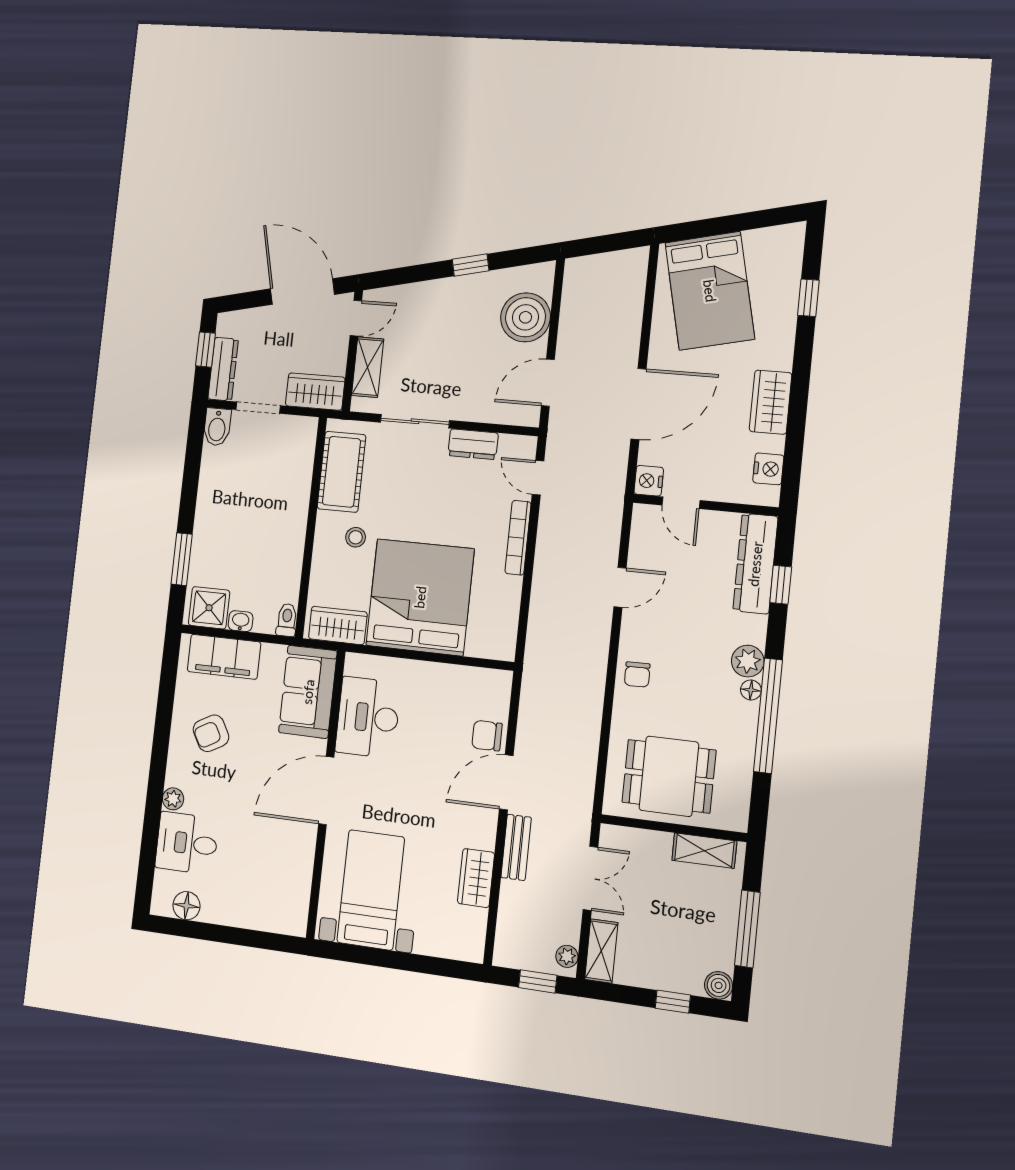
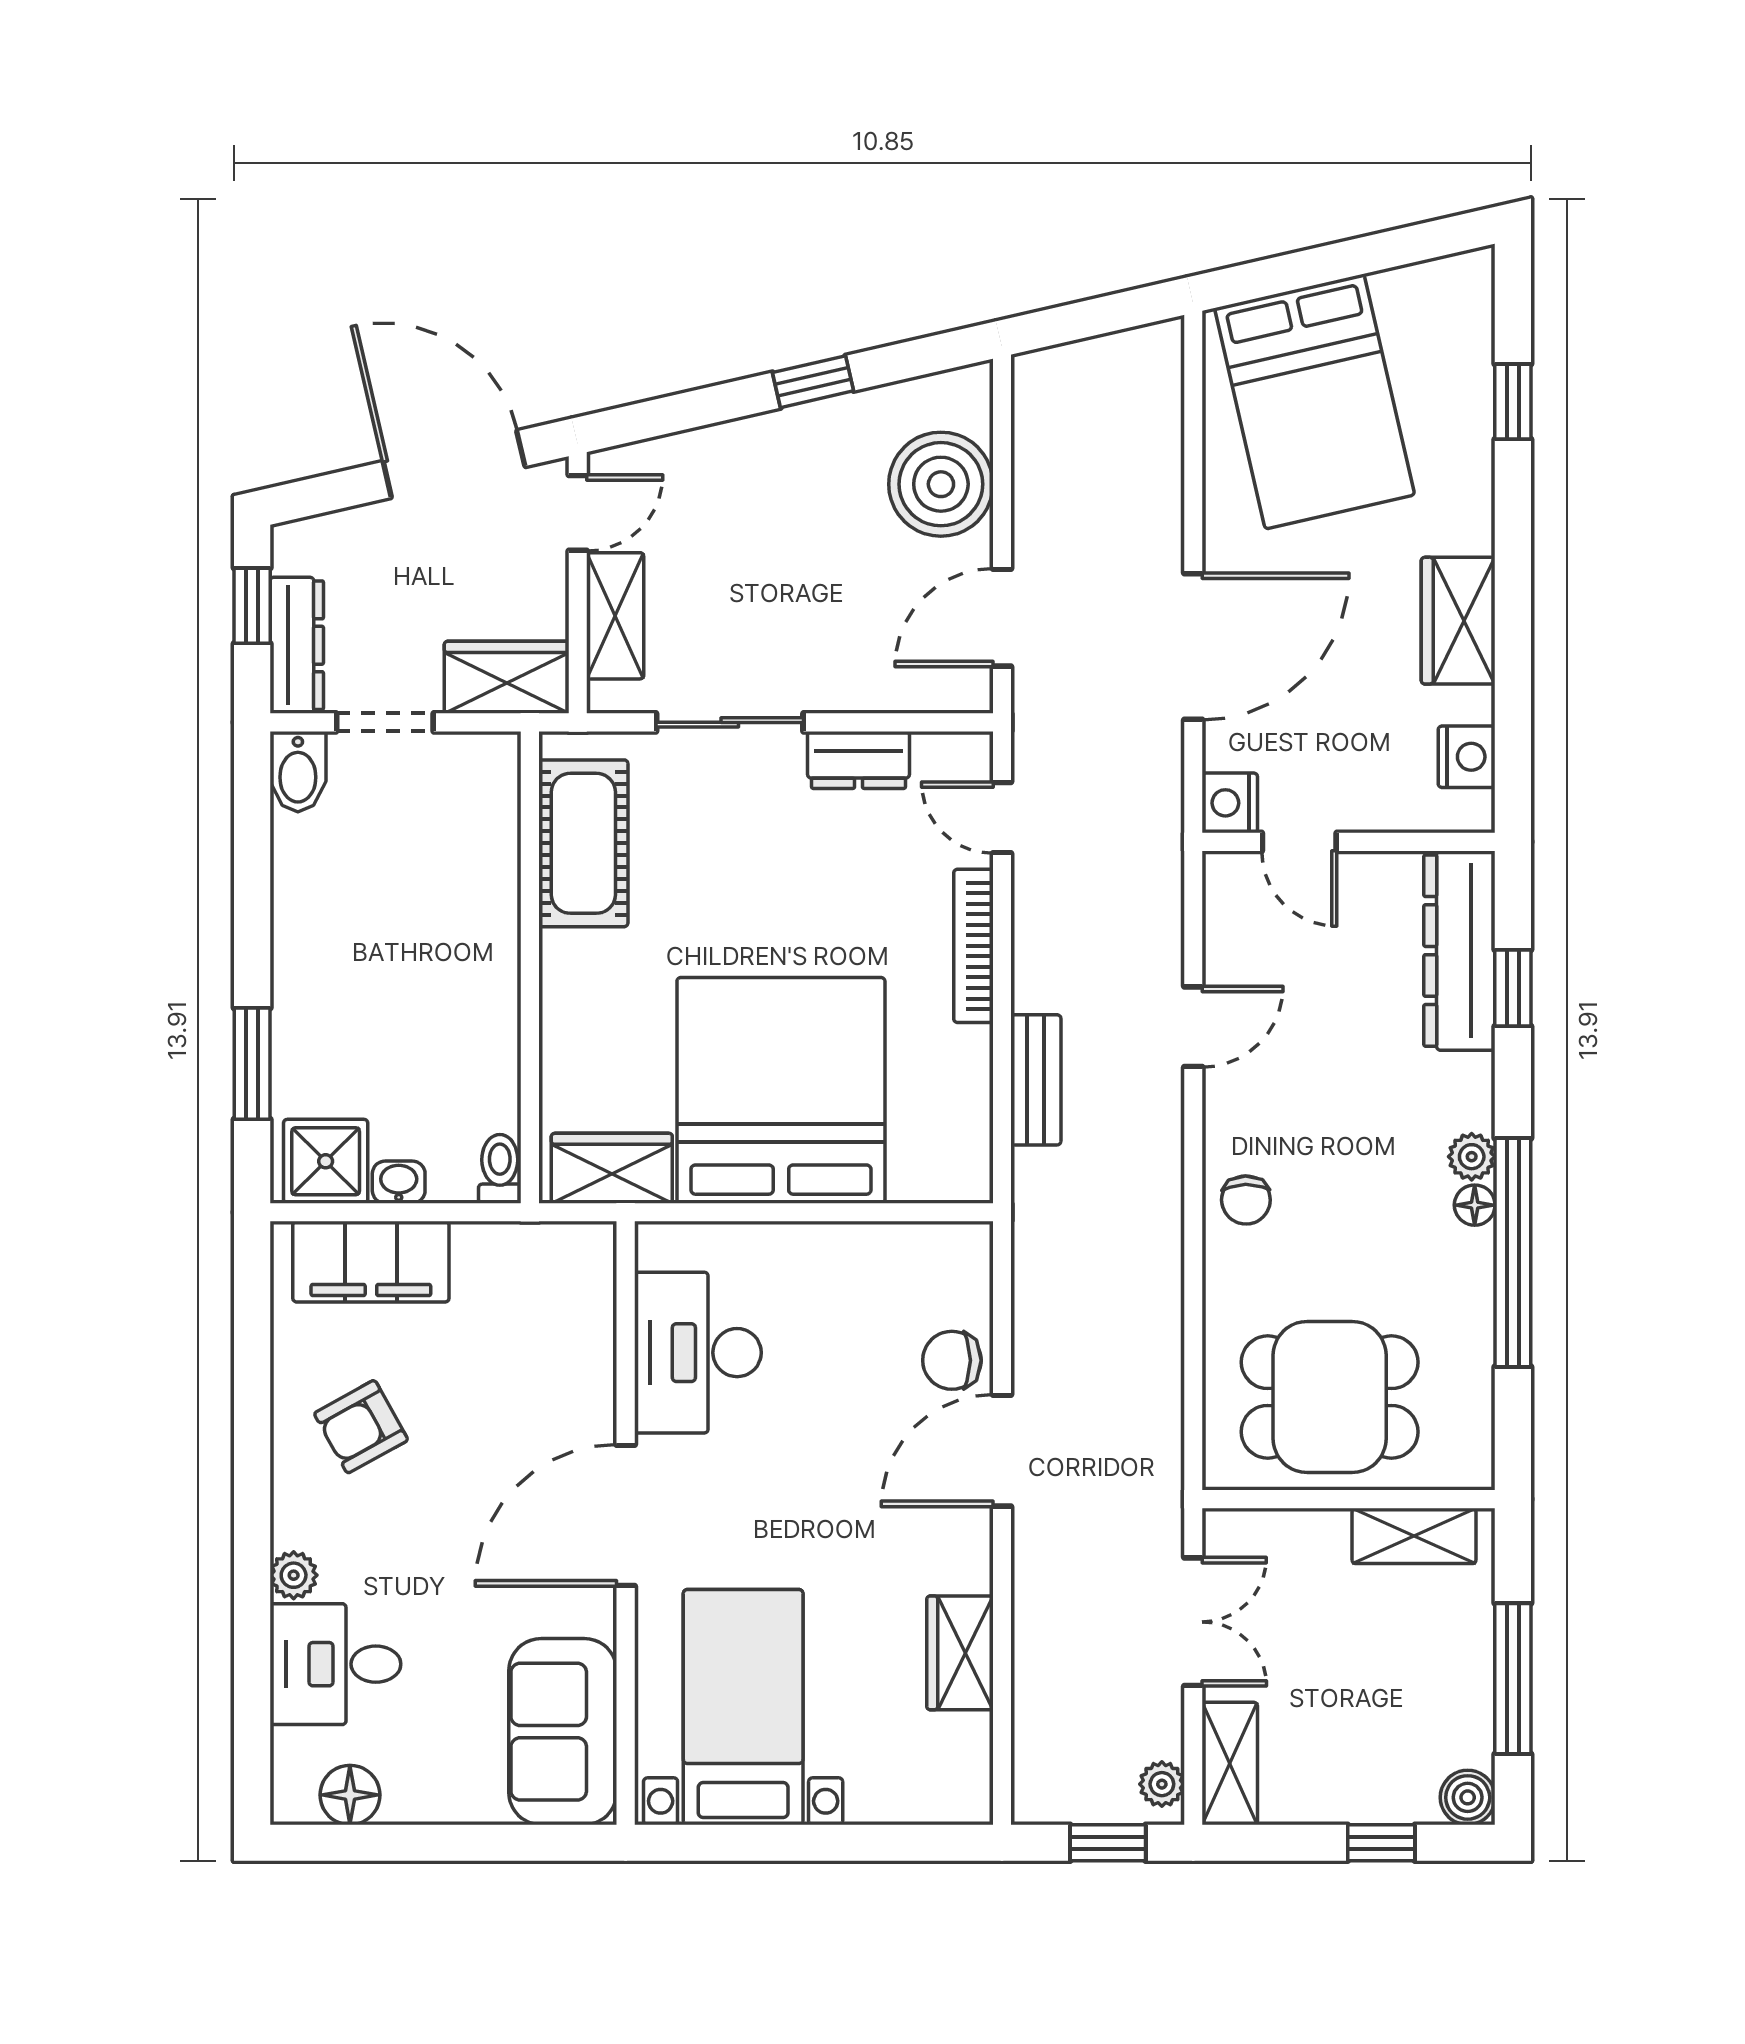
stool: (356, 537) -> (629, 979), removed
plant: (748, 661) -> (1472, 1157), width x0.73, depth x0.73
sofa: (308, 692) -> (563, 1732), moved
bench: (516, 847) -> (1036, 1080), moved

